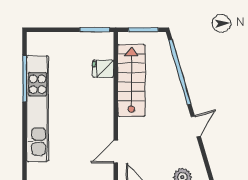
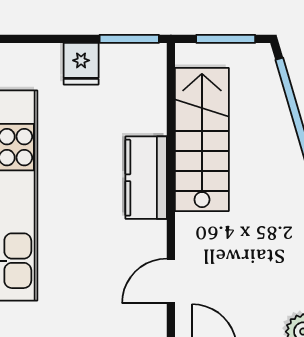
fridge: (103, 69) -> (81, 64), moved, turned -90
kitchen counter: (103, 100) -> (146, 178), added

